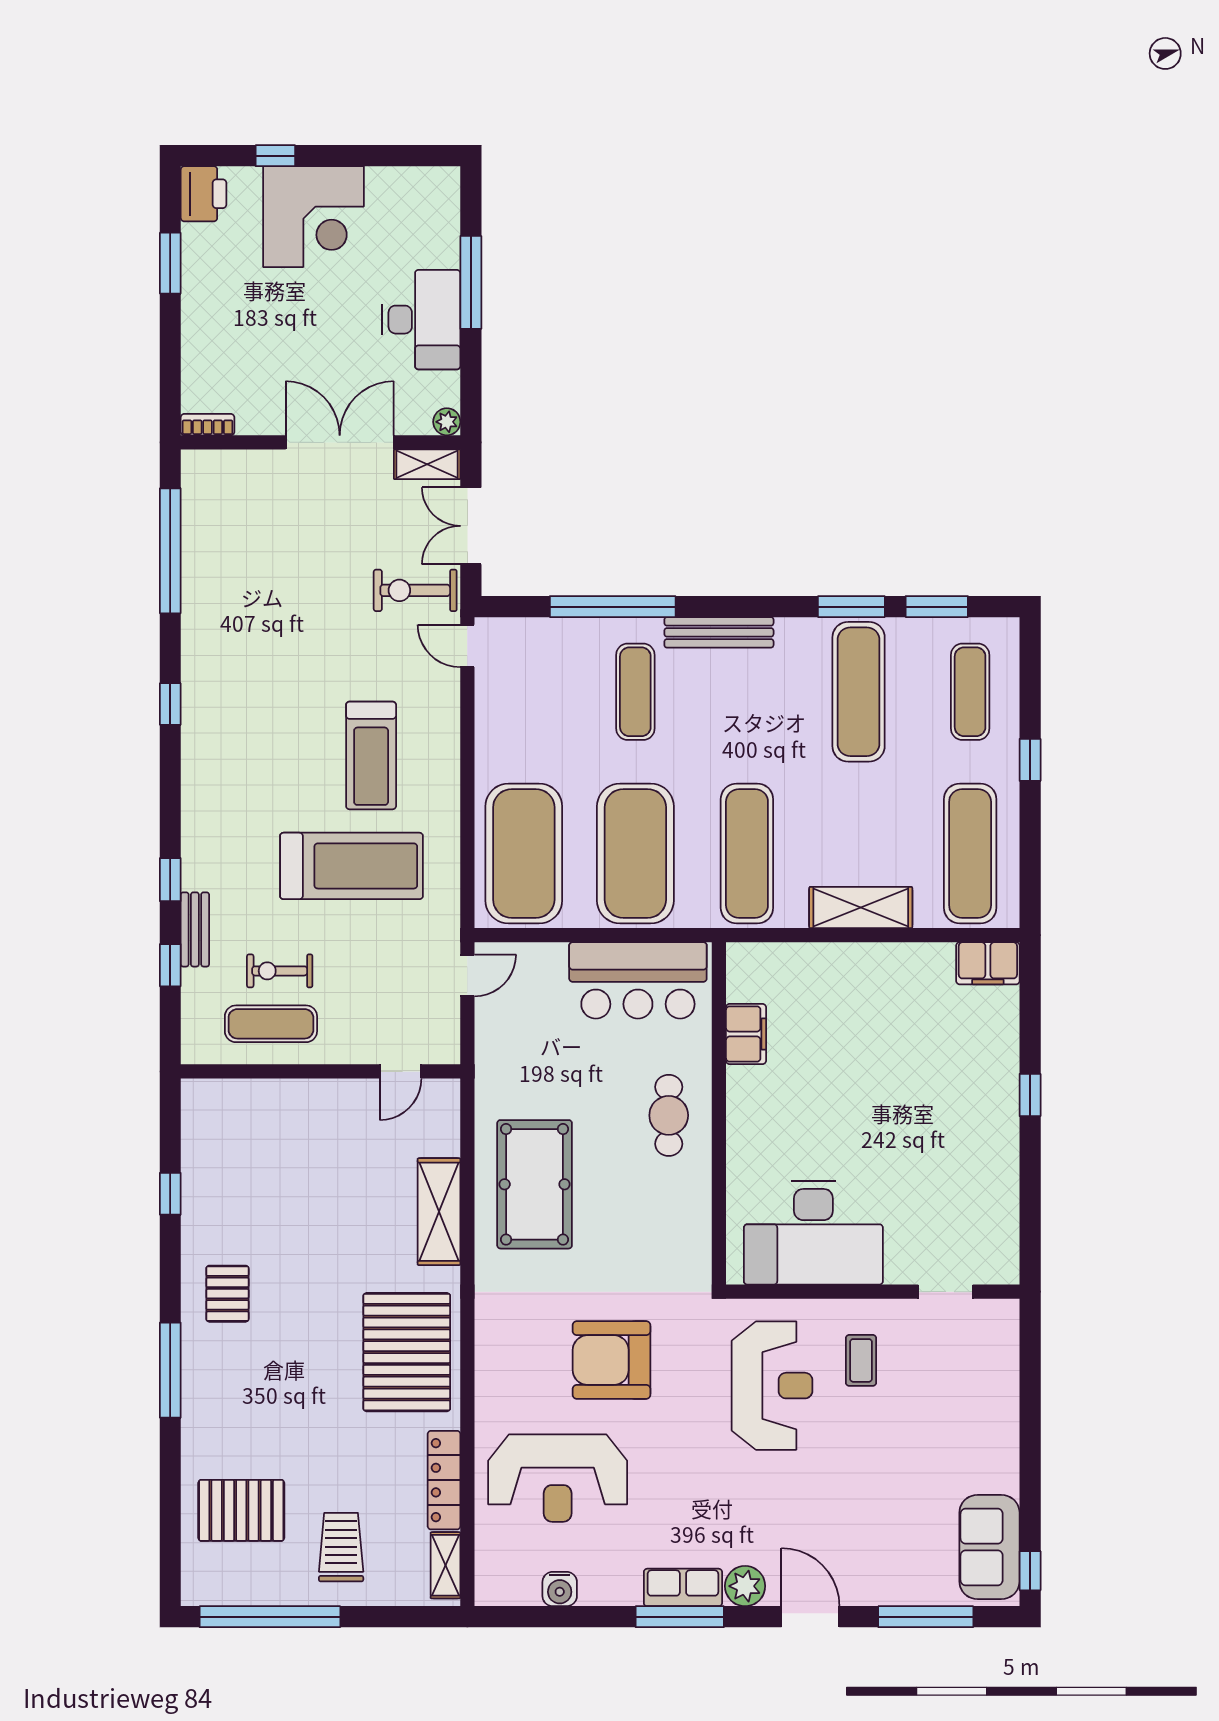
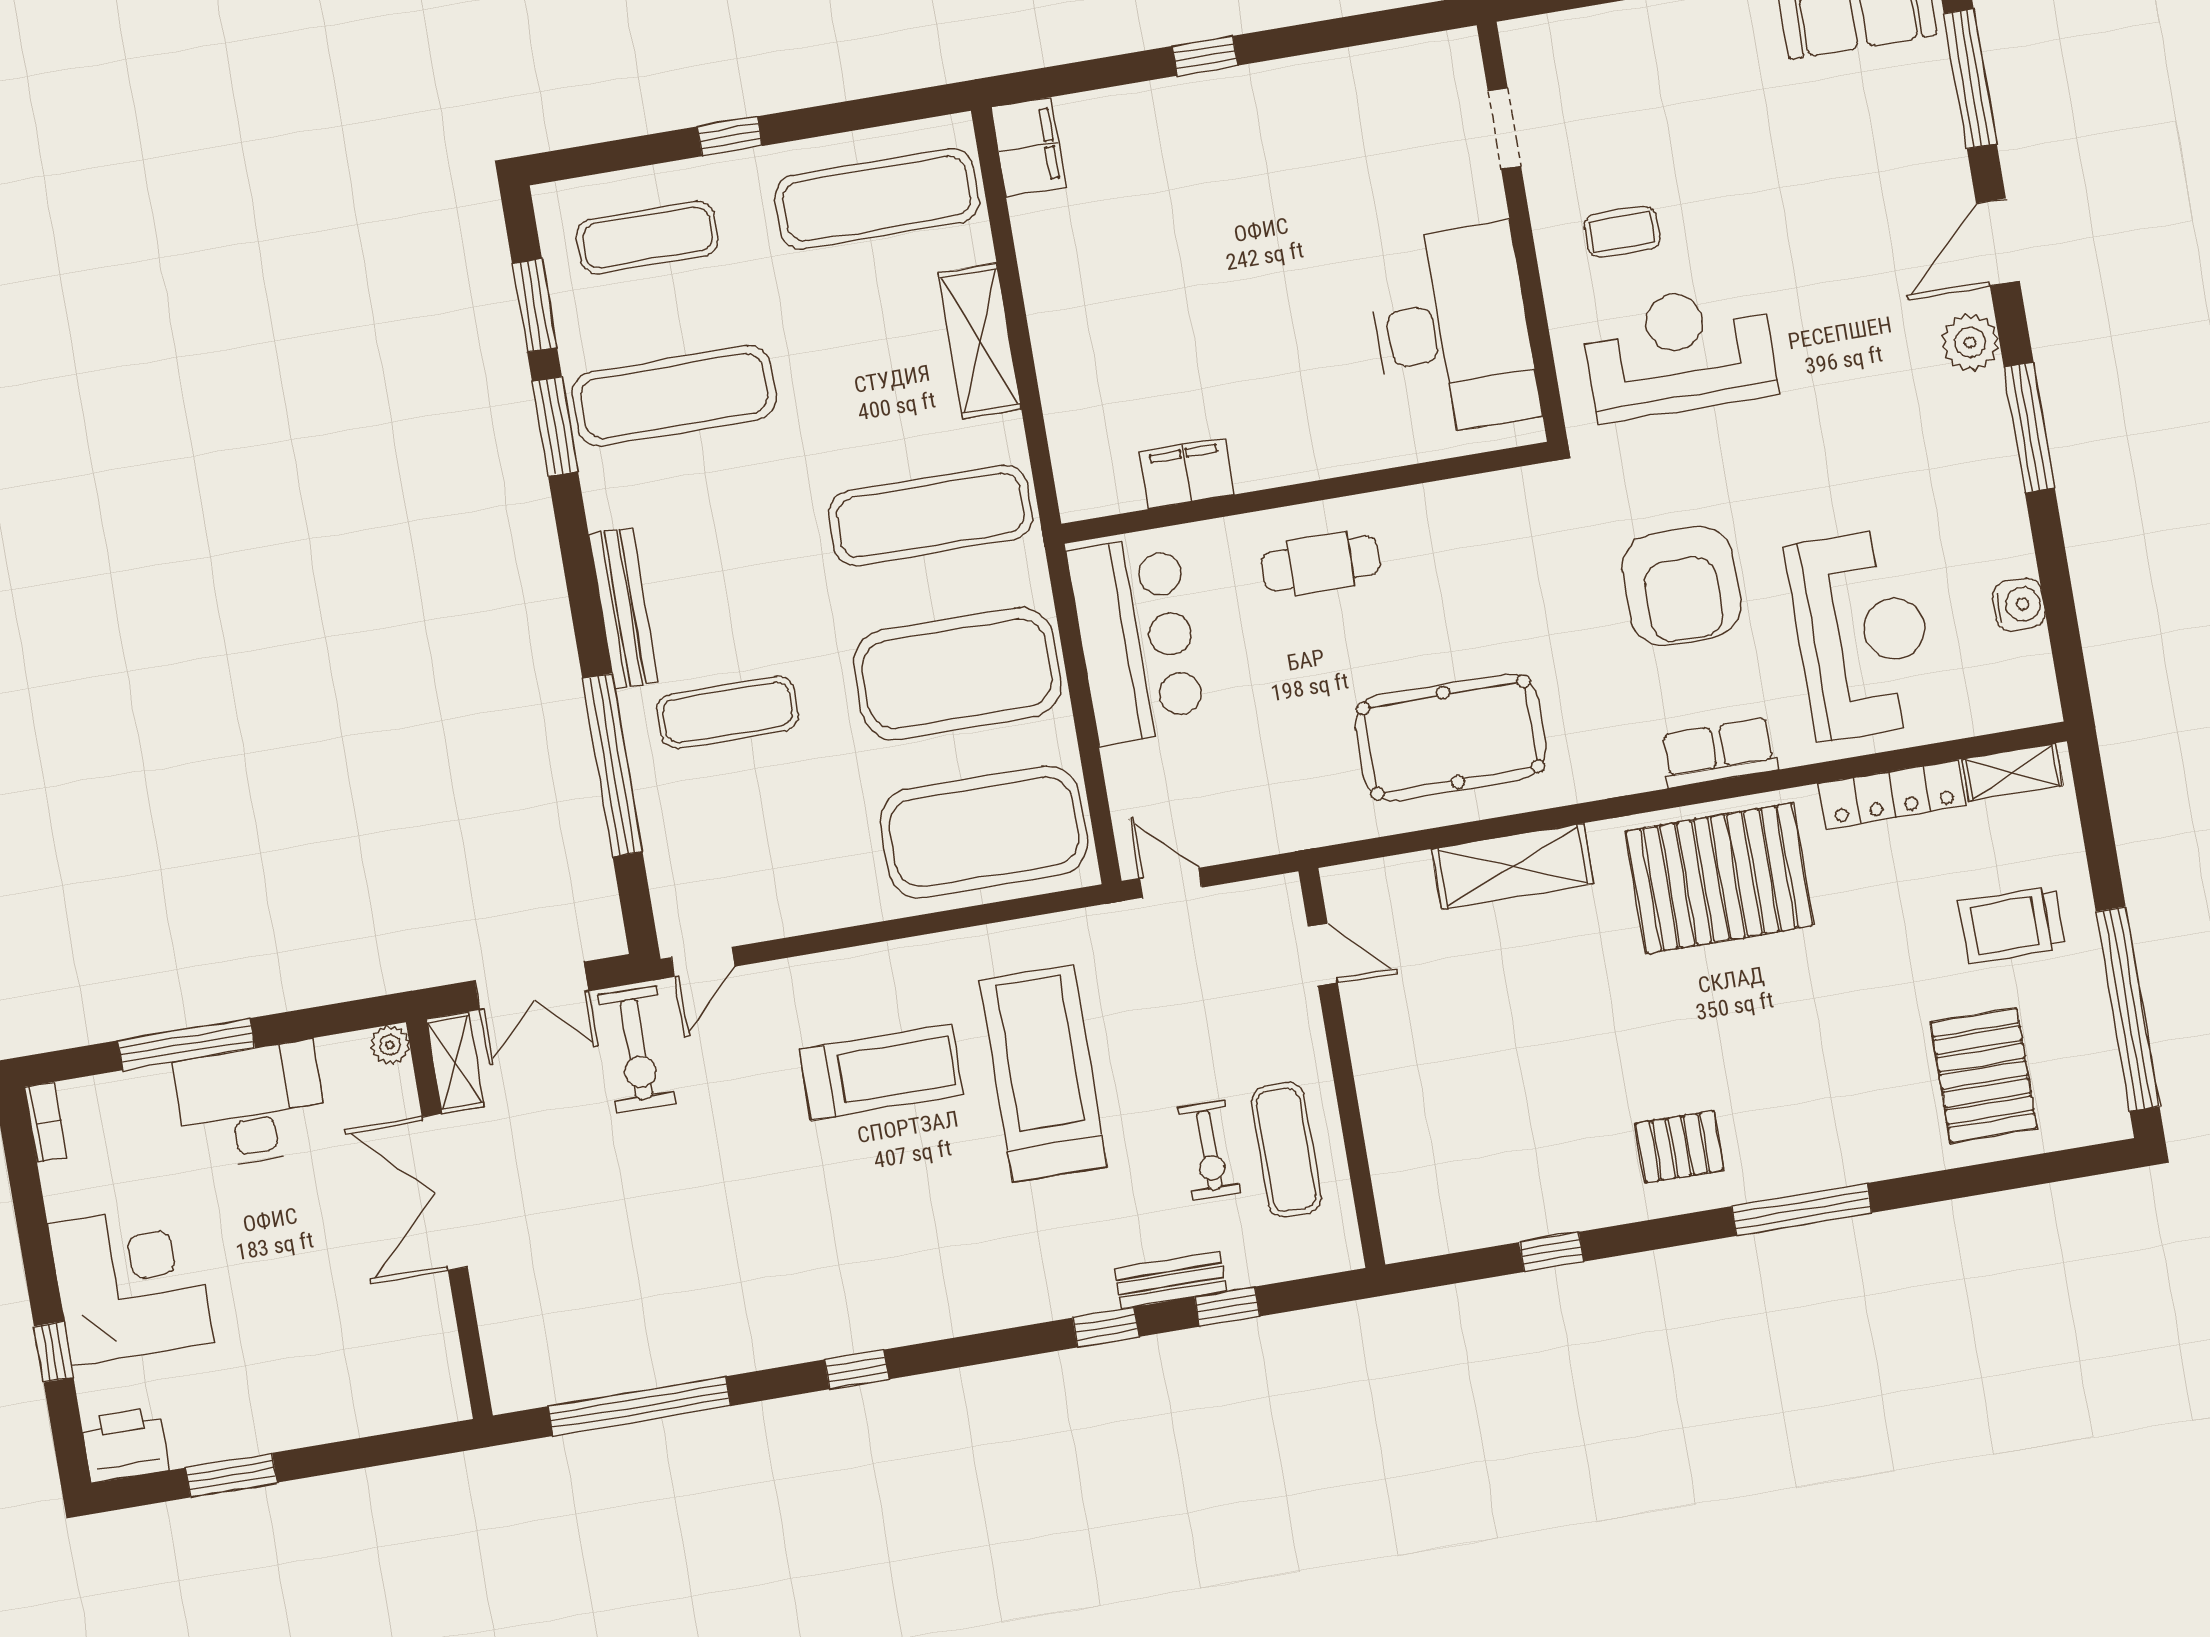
bookcase: (208, 425) -> (46, 1122), moved, turned 180
row of seats: (683, 1587) -> (1719, 752), moved, turned 90

